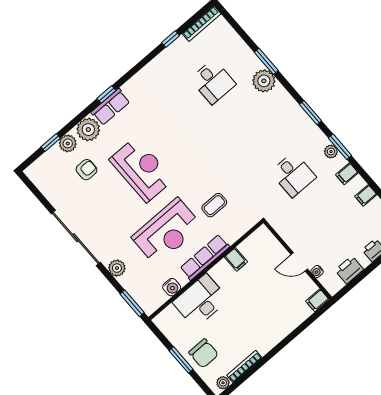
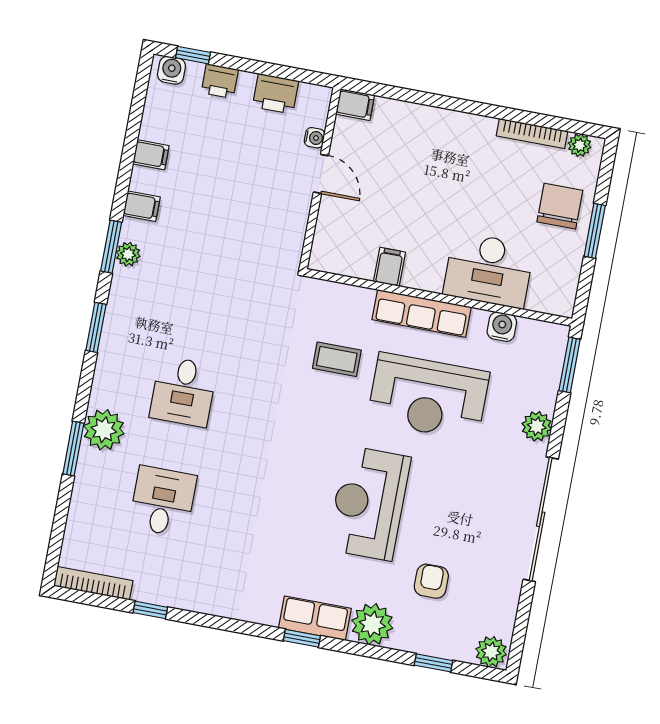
plant: (68, 143) -> (491, 652), moved
armchair: (87, 170) -> (431, 581), turned 90
desk: (293, 175) -> (183, 392), moved, turned 180
reception desk: (167, 232) -> (428, 397), turned 180

